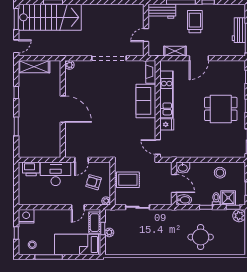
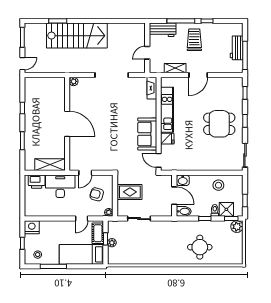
stairs: (50, 17) -> (77, 36), moved
shelving: (34, 67) -> (50, 165), moved
sofa: (146, 101) -> (147, 134), moved

